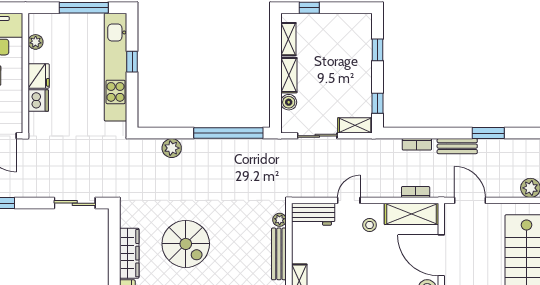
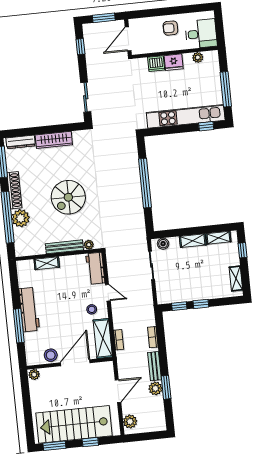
window: (378, 50) -> (201, 304), moved
window: (132, 62) -> (206, 126), moved
boiler: (289, 102) -> (163, 244), moved
shelving: (355, 125) -> (236, 279), moved
window: (228, 133) -> (145, 183), moved
plant: (172, 148) -> (155, 388), moved
door: (470, 200) -> (118, 391), moved
spiral stairs: (186, 244) -> (68, 197), moved

